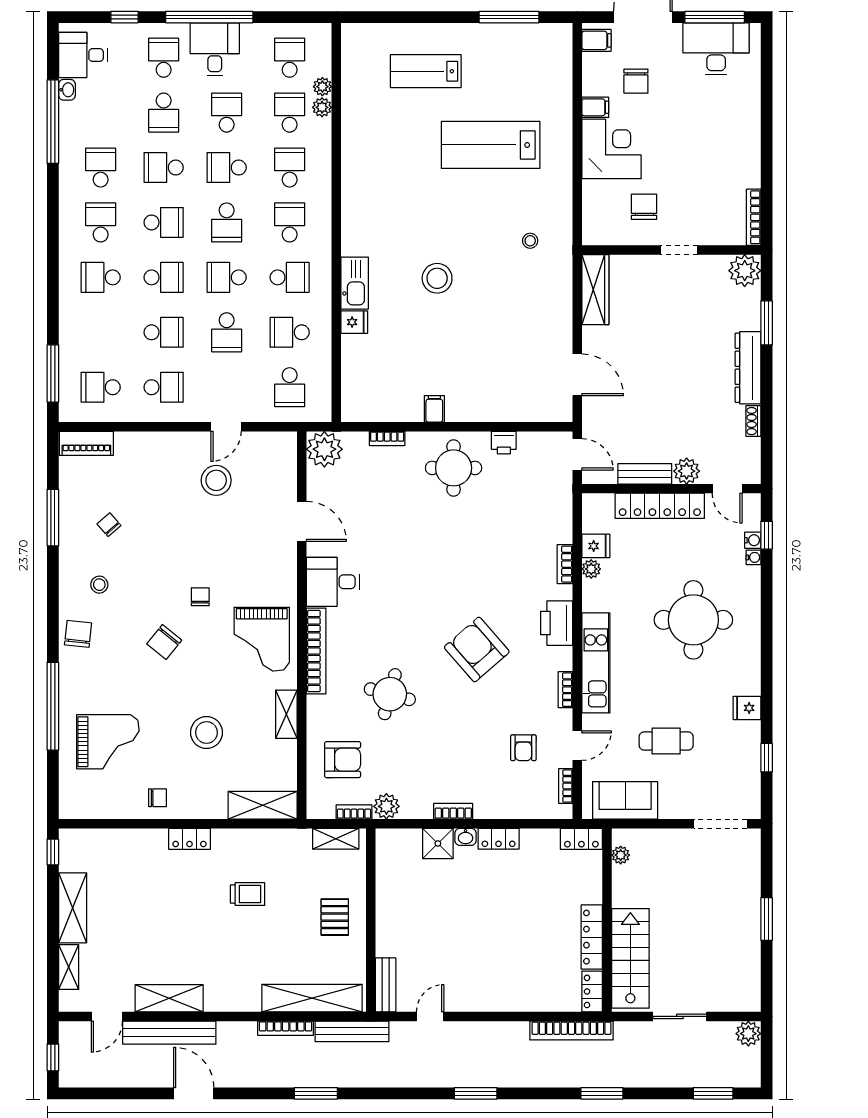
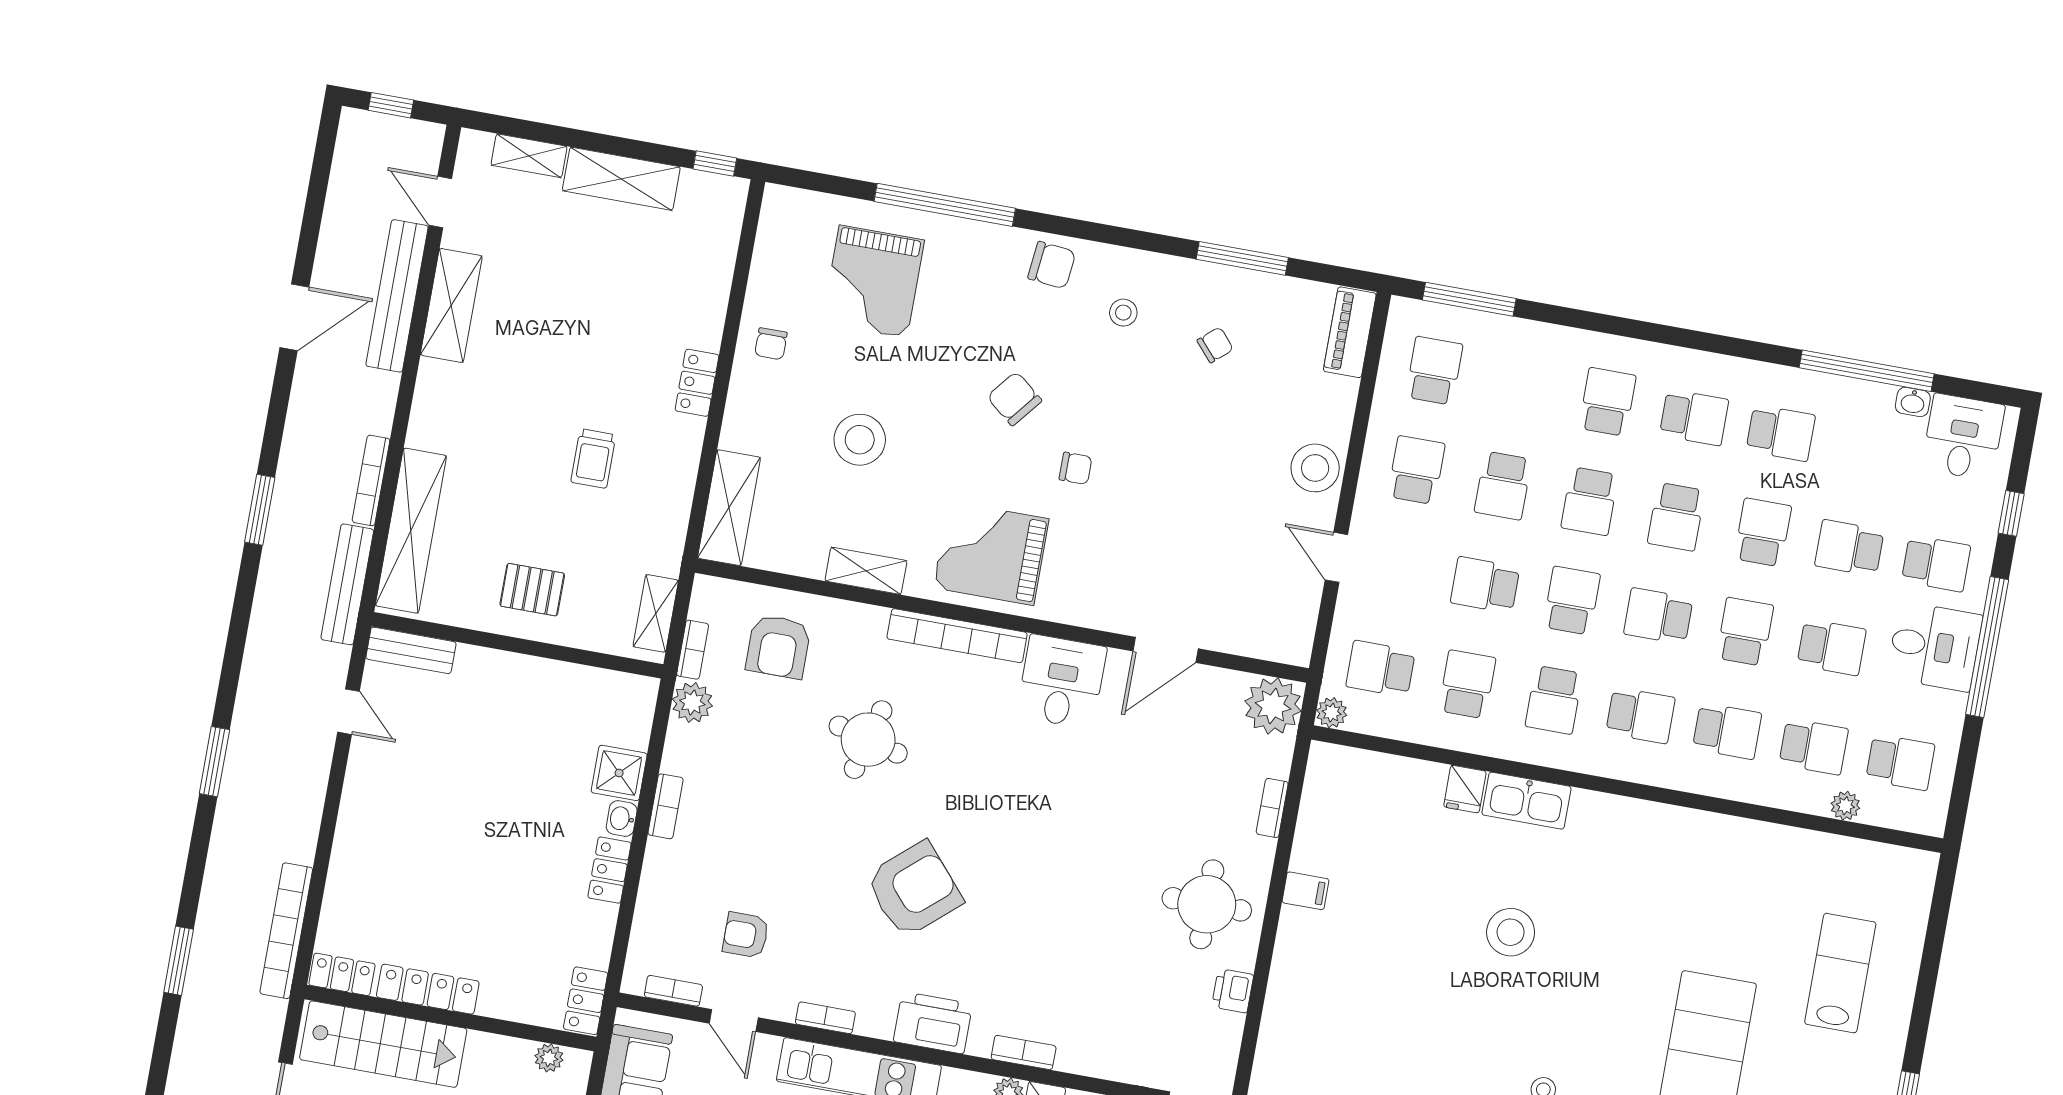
plant: (322, 107) -> (1332, 713), moved
school desk: (164, 387) -> (1416, 470), turned 180
stool: (216, 480) -> (1315, 468), moved

